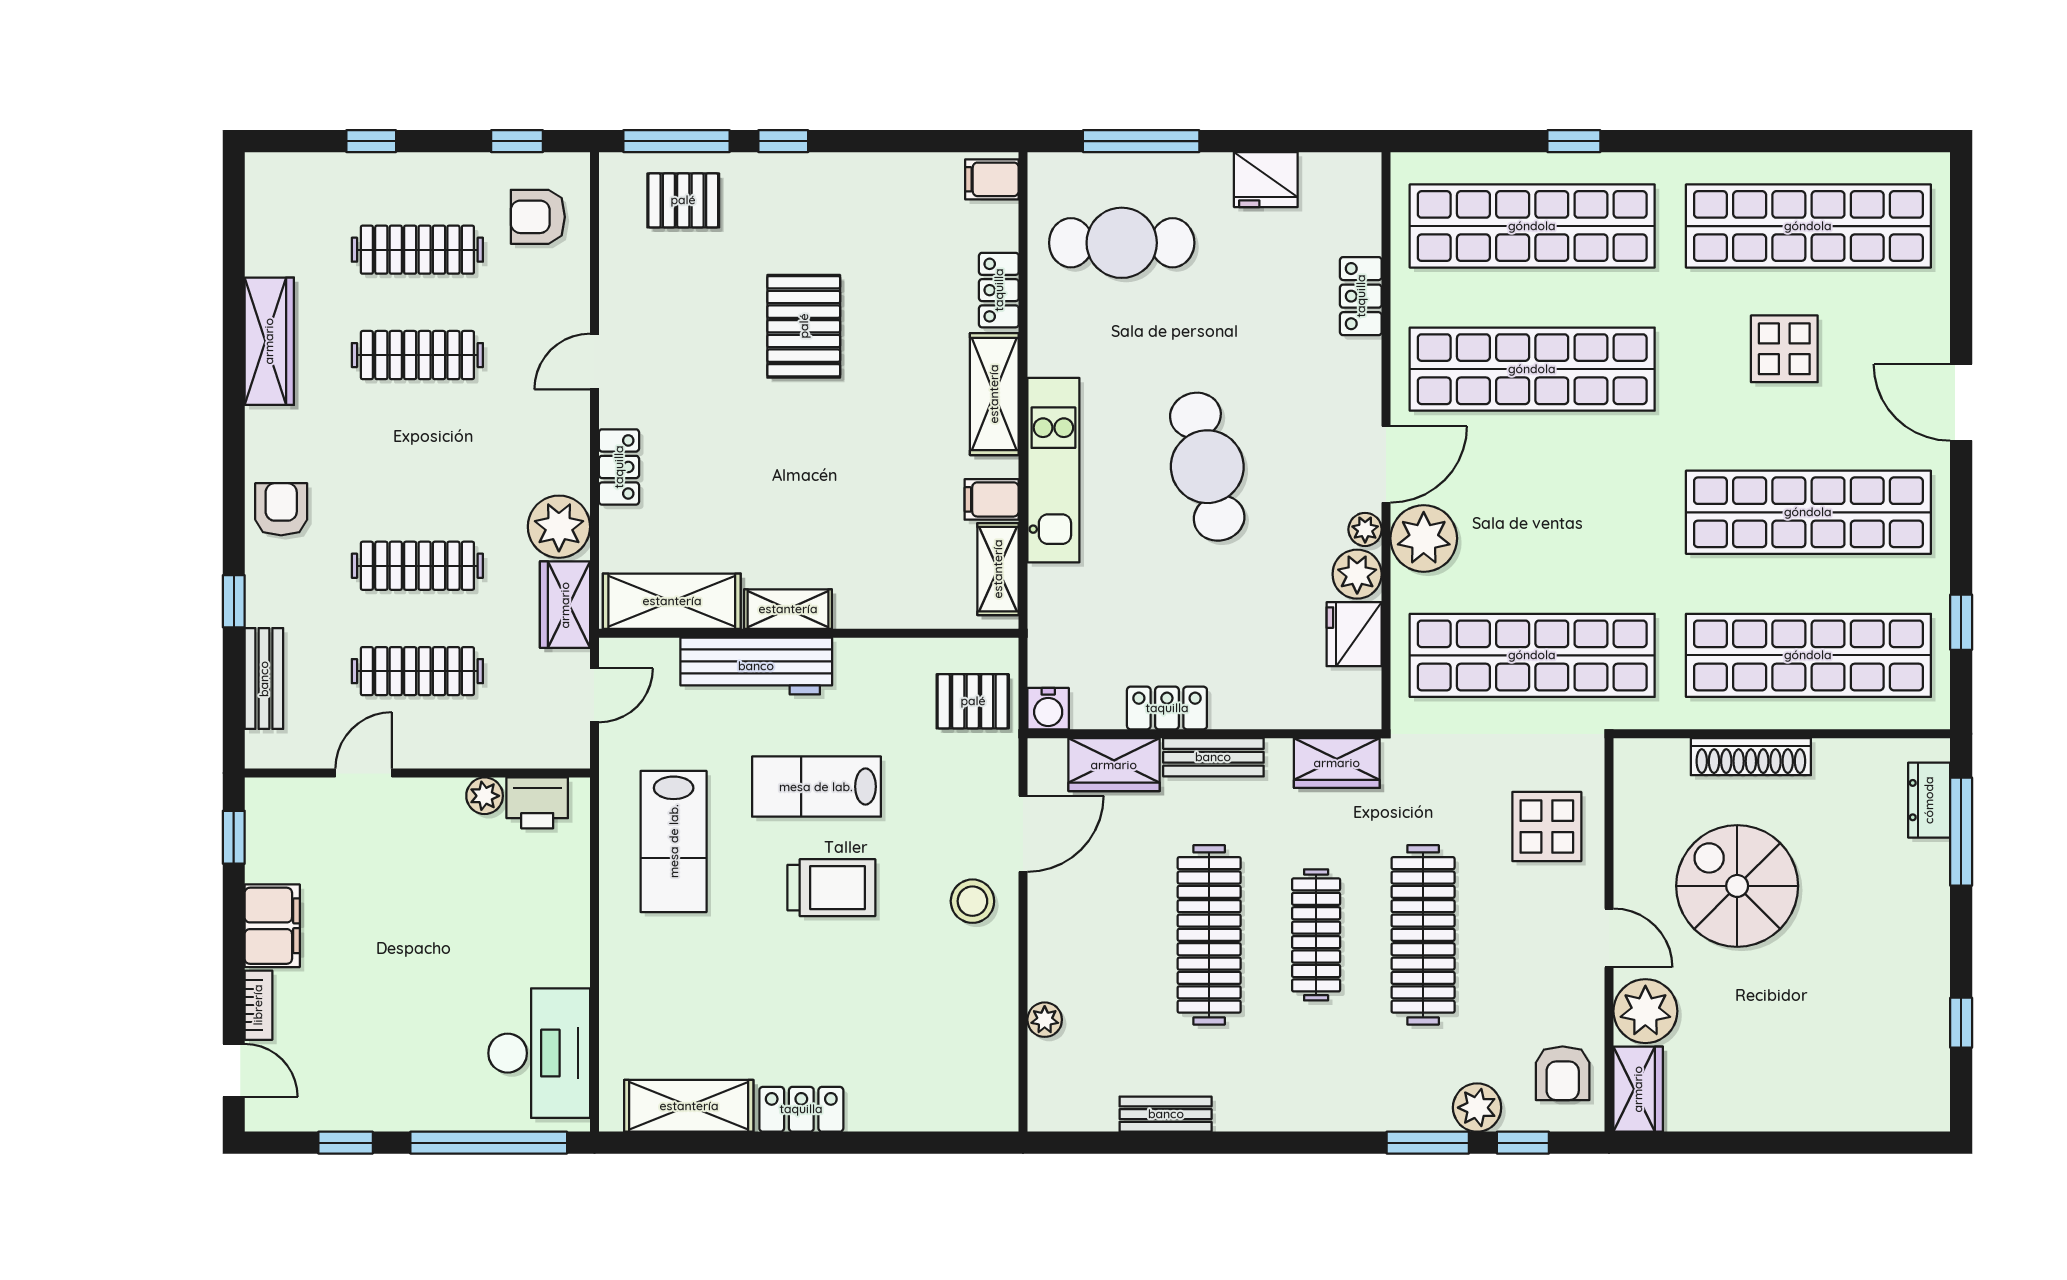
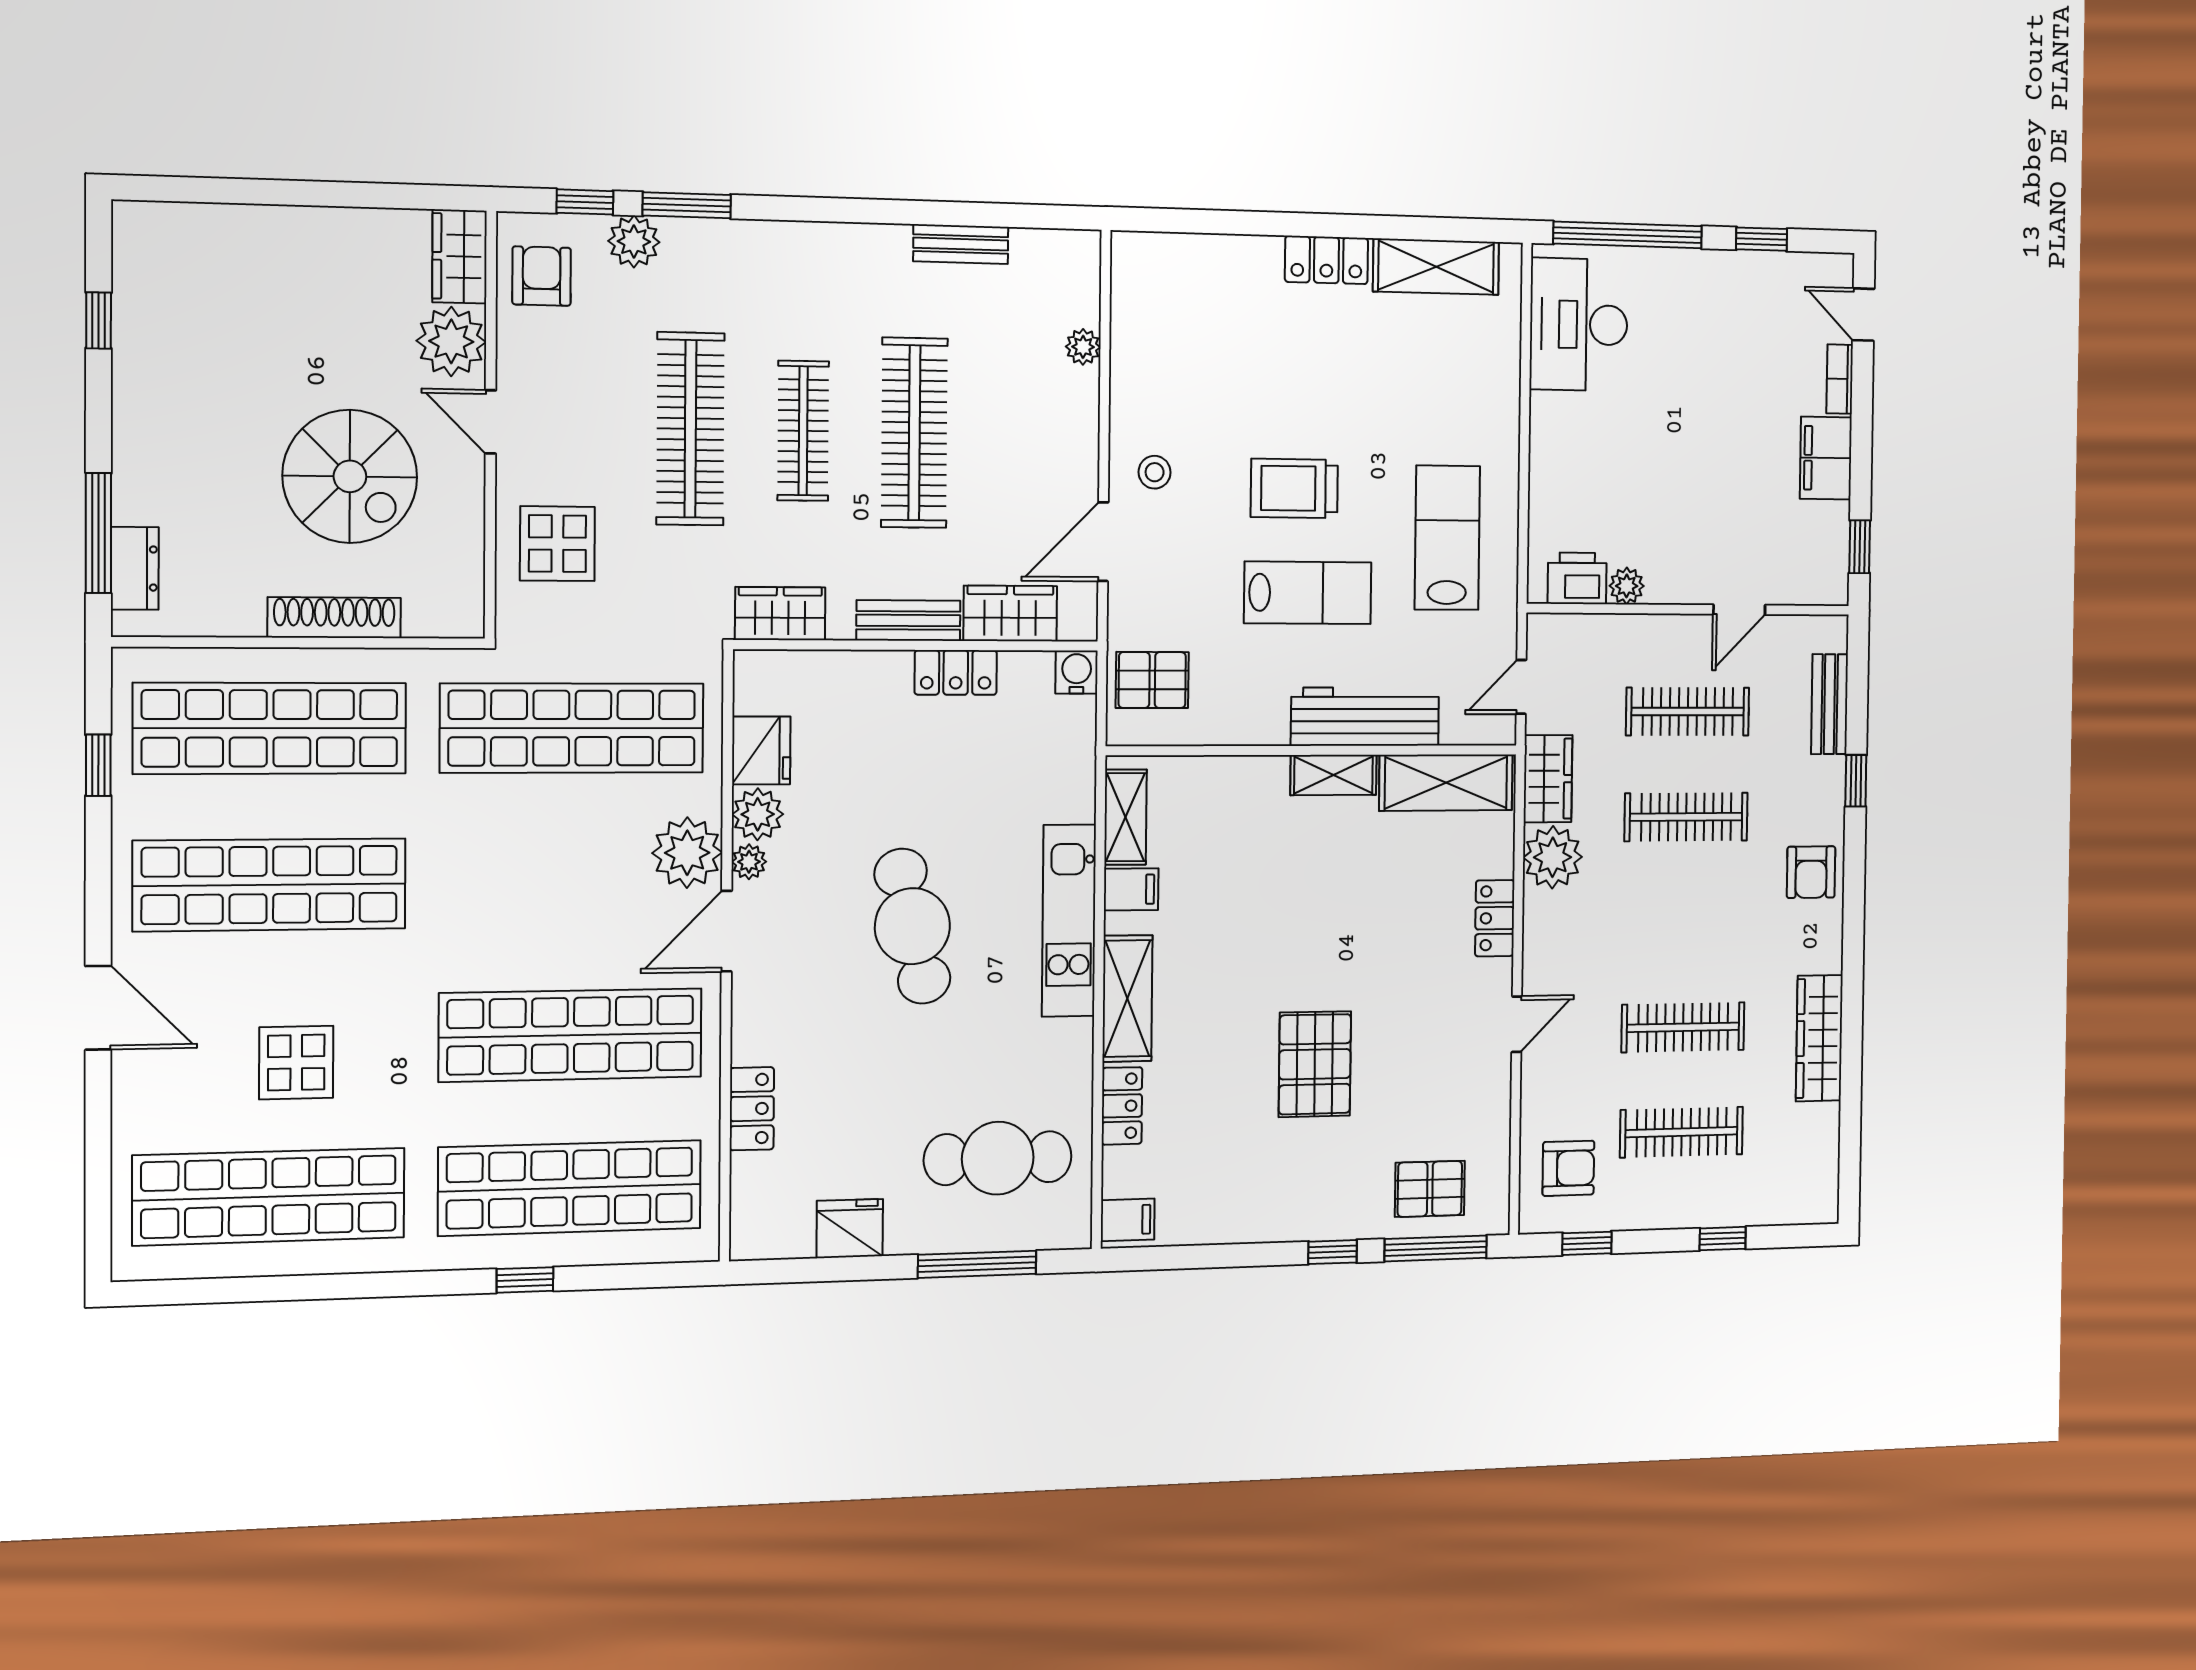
stool: (972, 901) -> (1155, 472), width x0.73, depth x0.73

